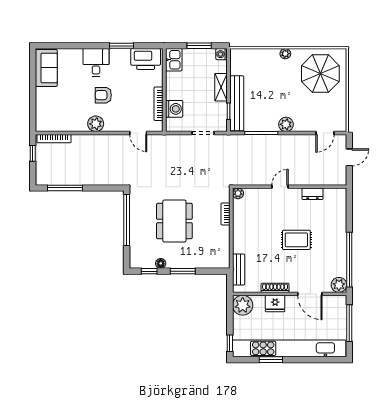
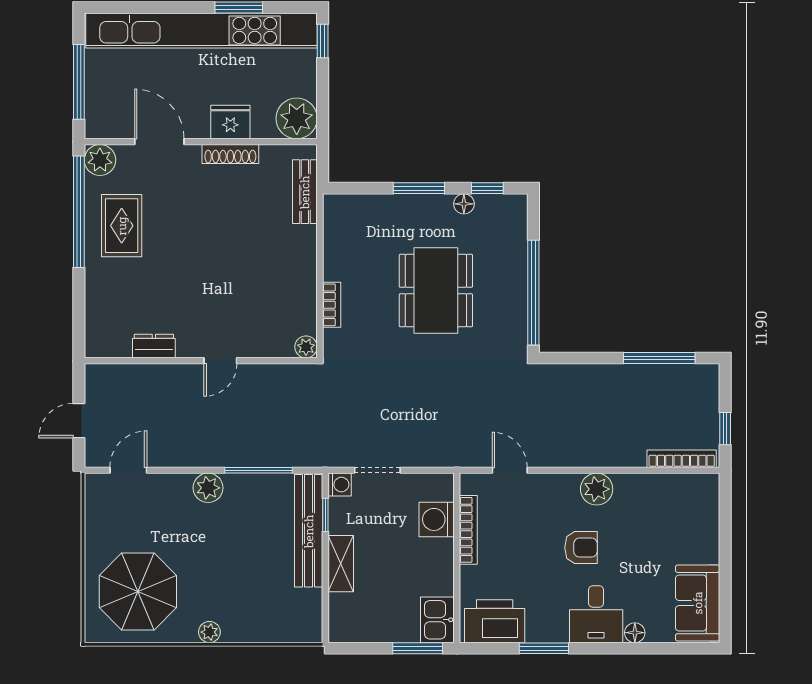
window: (199, 46) -> (418, 648), moved
floor lamp: (77, 53) -> (635, 633), added
washing machine: (222, 54) -> (340, 485), moved
rug: (296, 240) -> (122, 226), moved, turned 90

